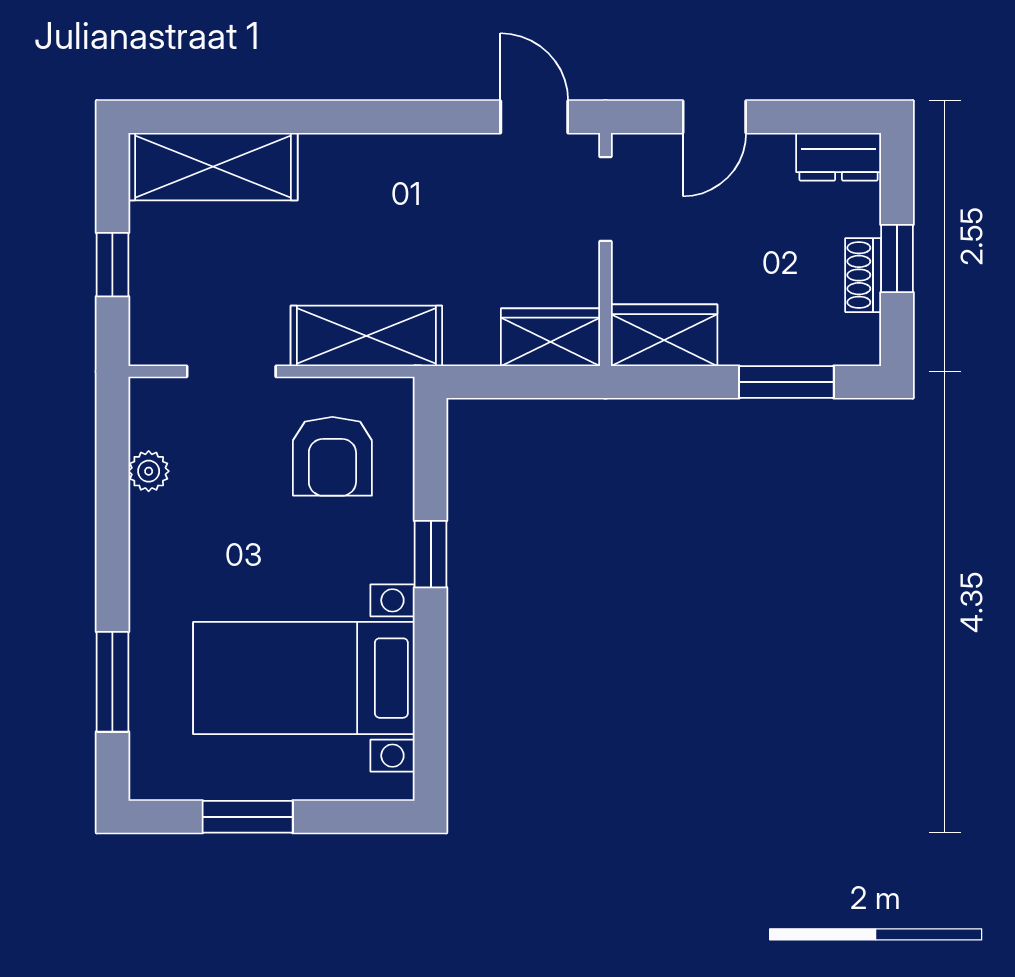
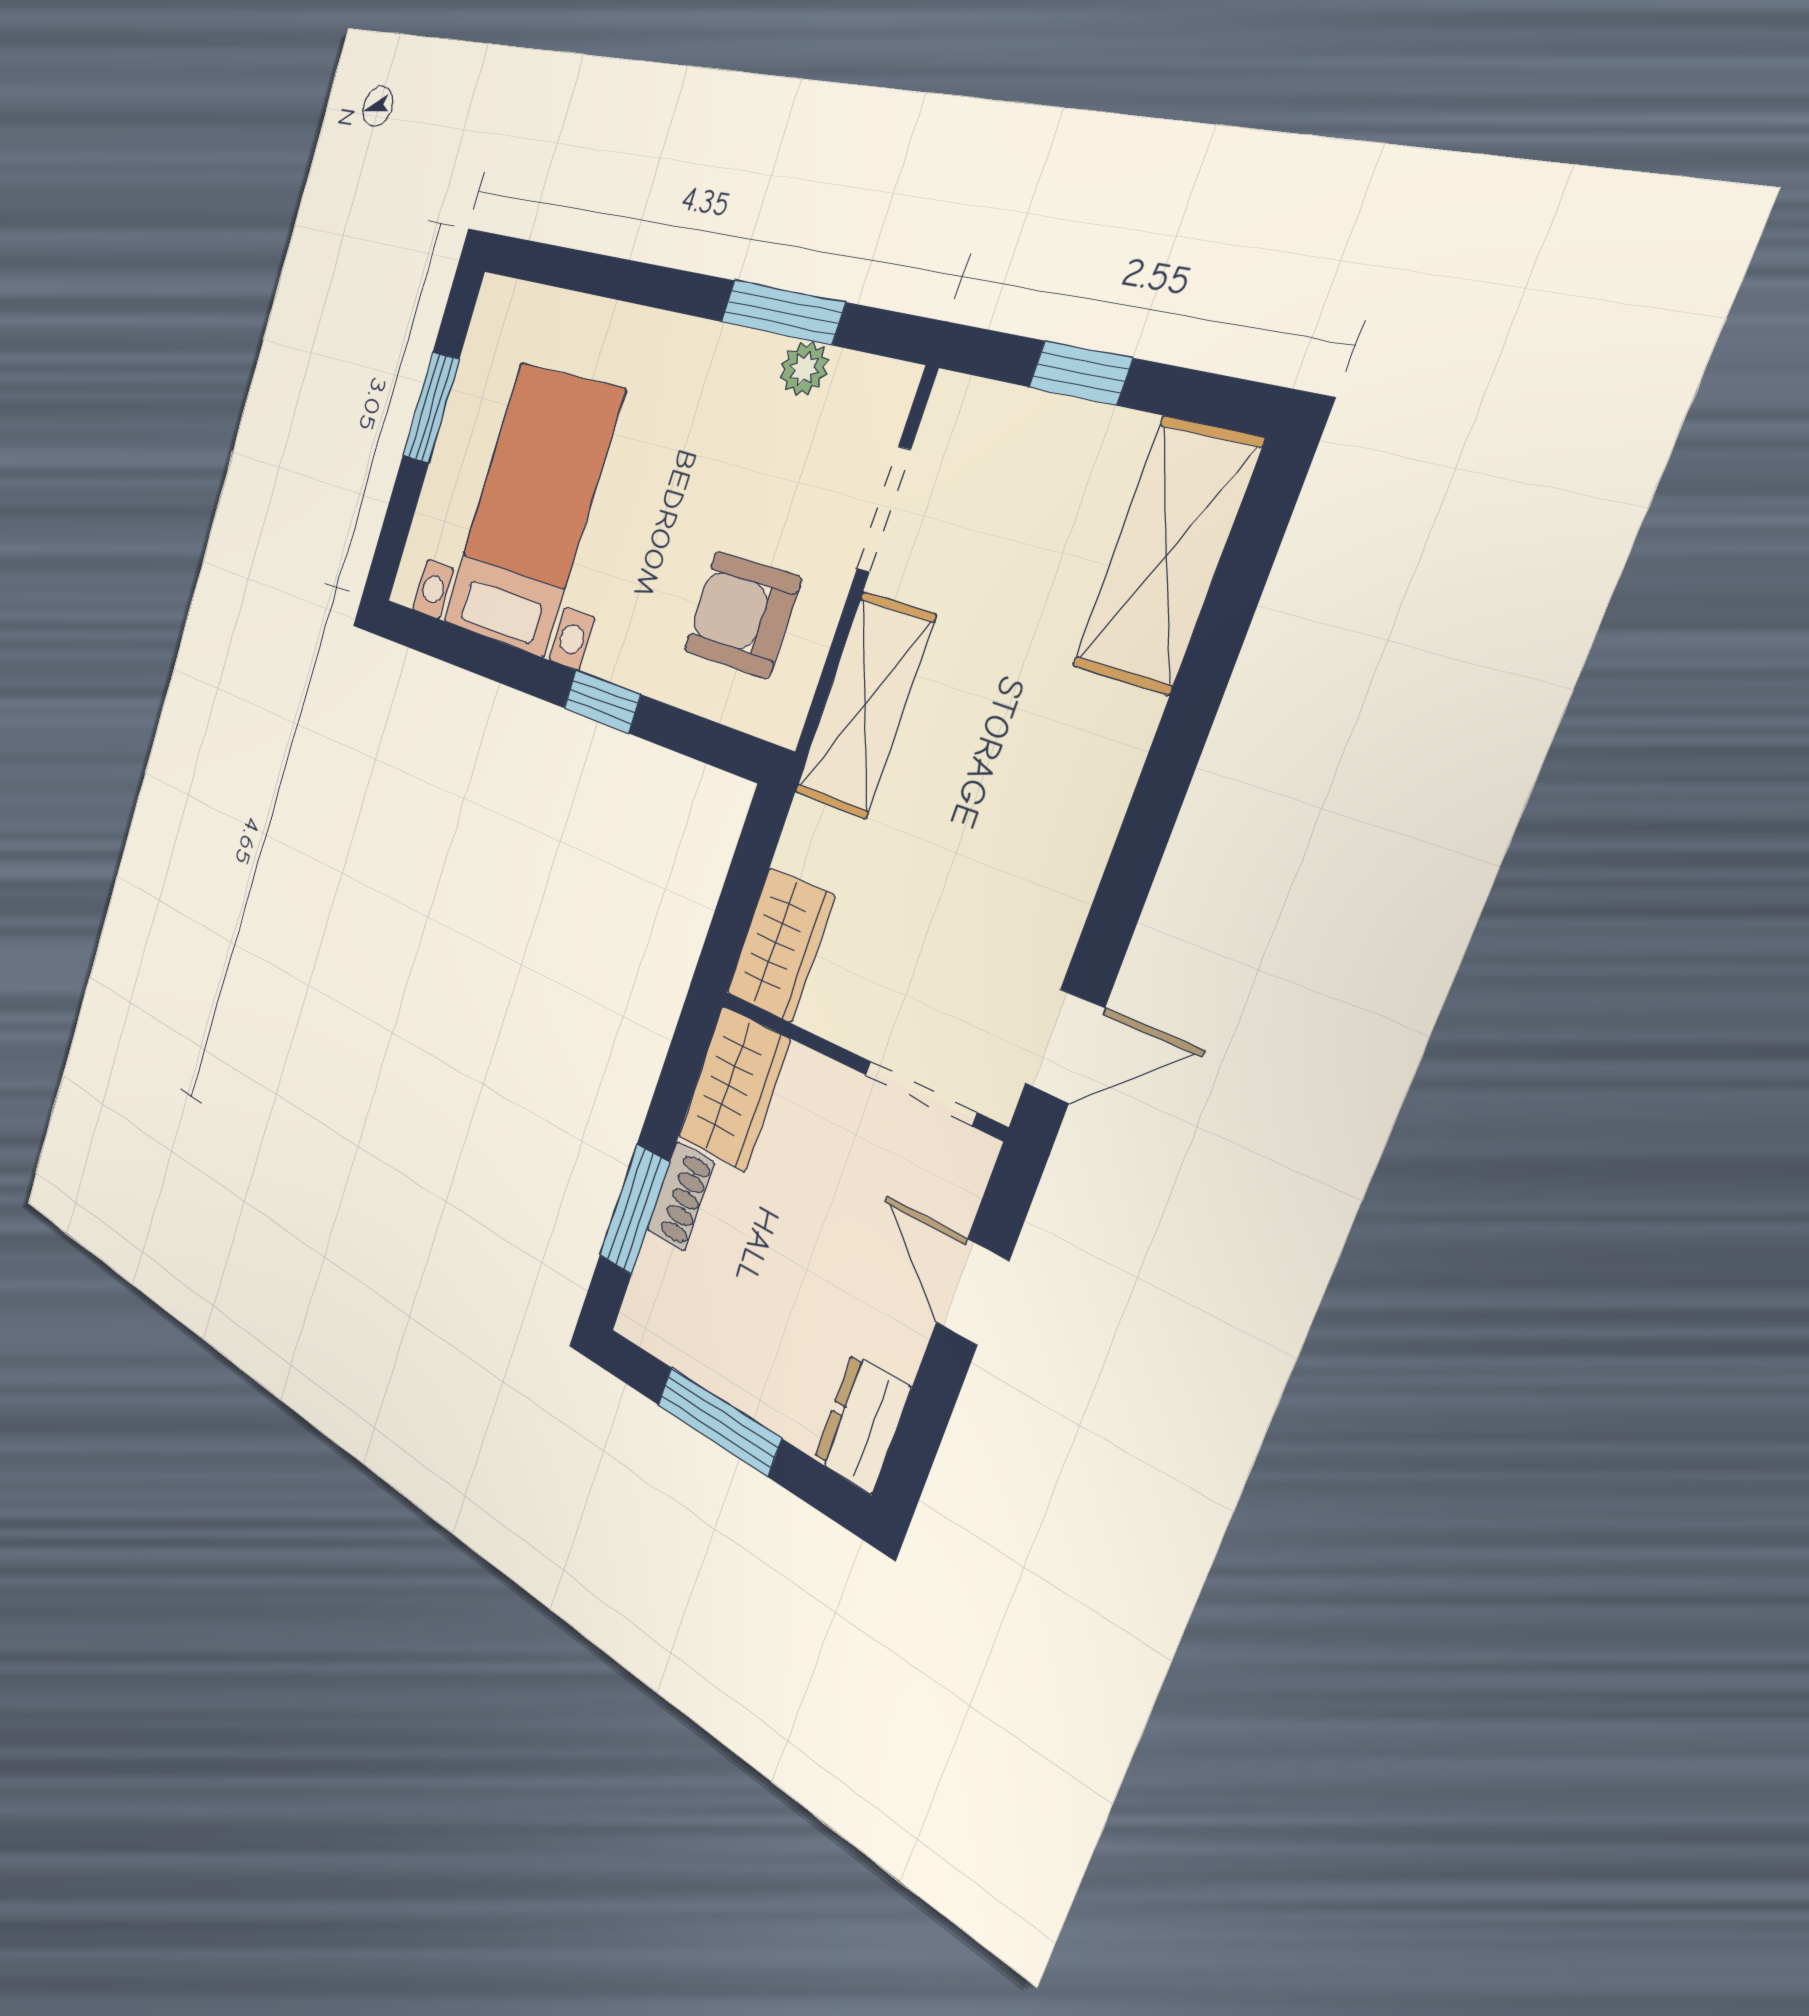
window: (897, 259) -> (719, 1421), width x1.50
shoe rack: (863, 275) -> (681, 1196), moved, turned 90
window: (112, 682) -> (782, 312), moved

